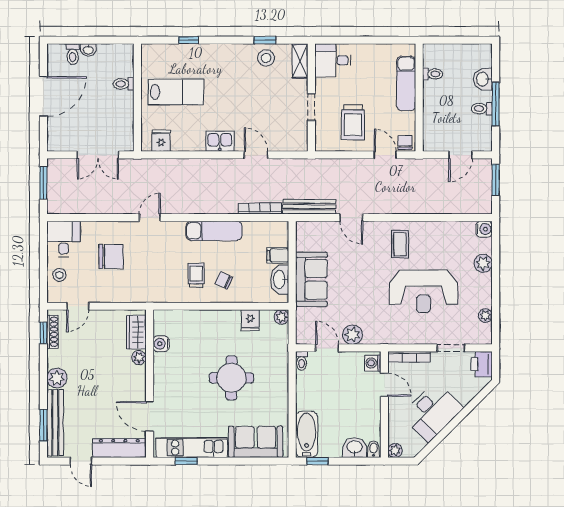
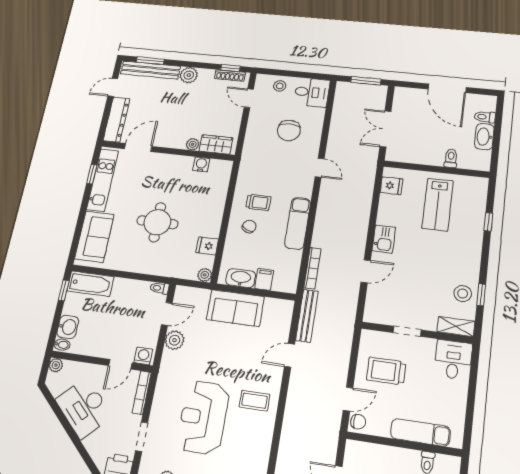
washbasin: (88, 50) -> (484, 137), width x1.91, depth x1.45

